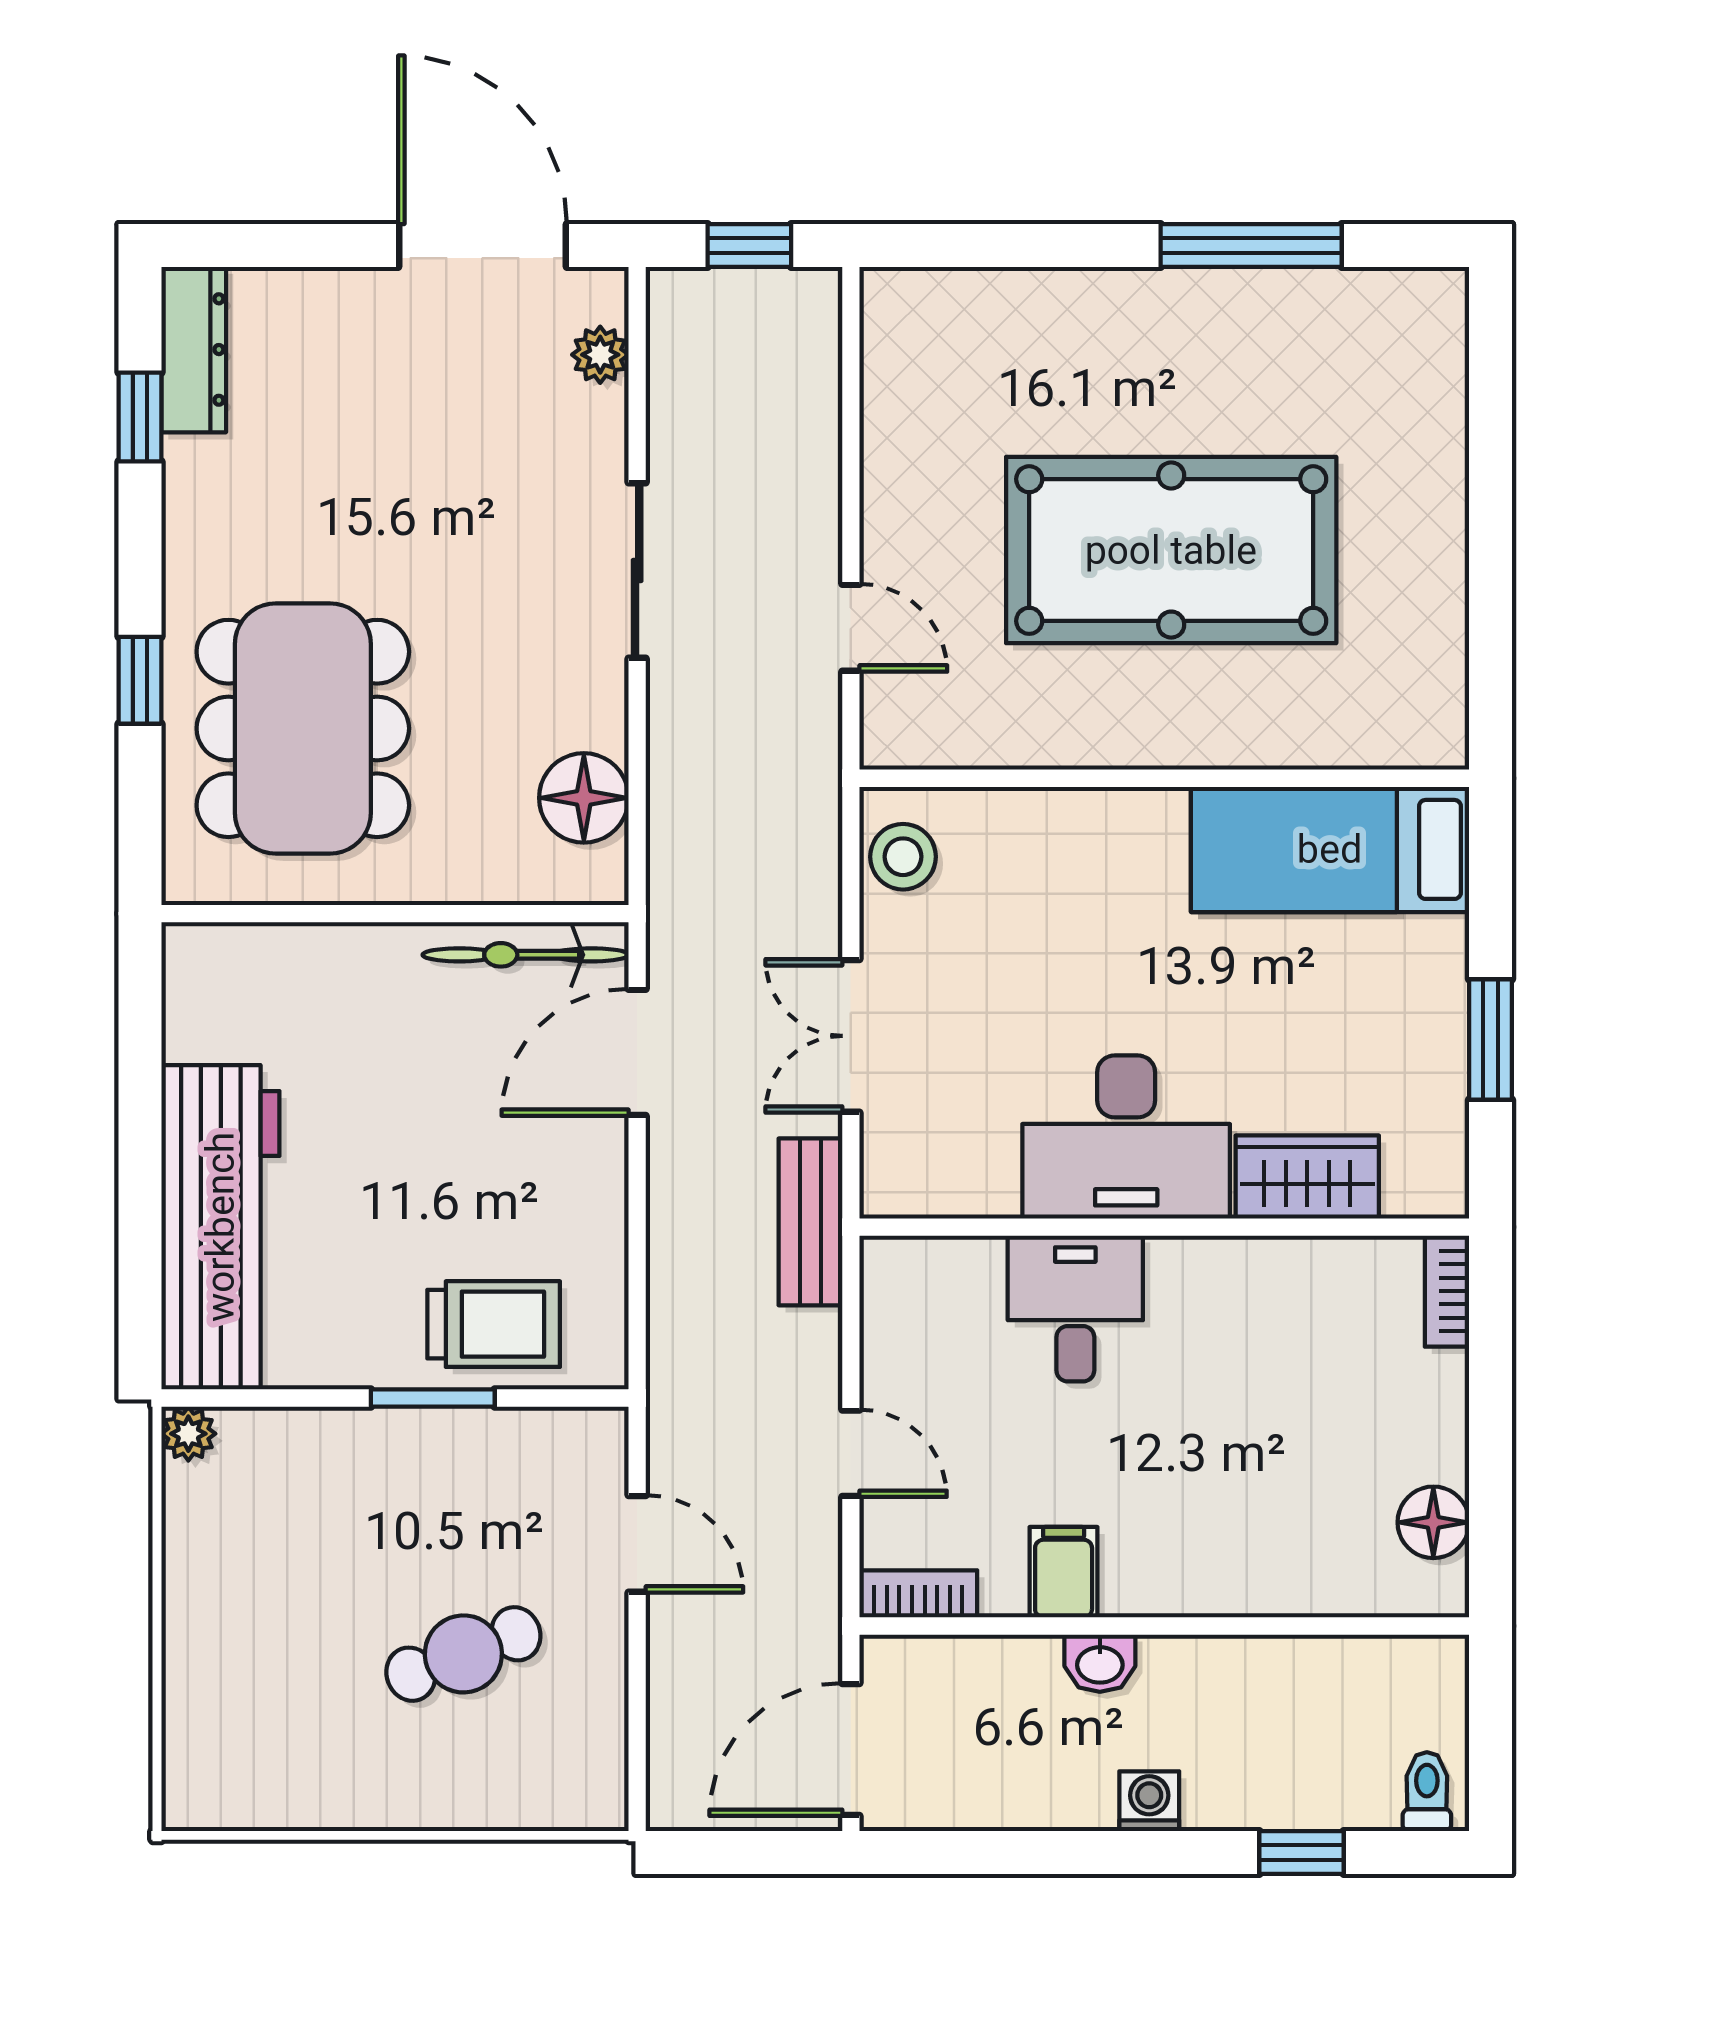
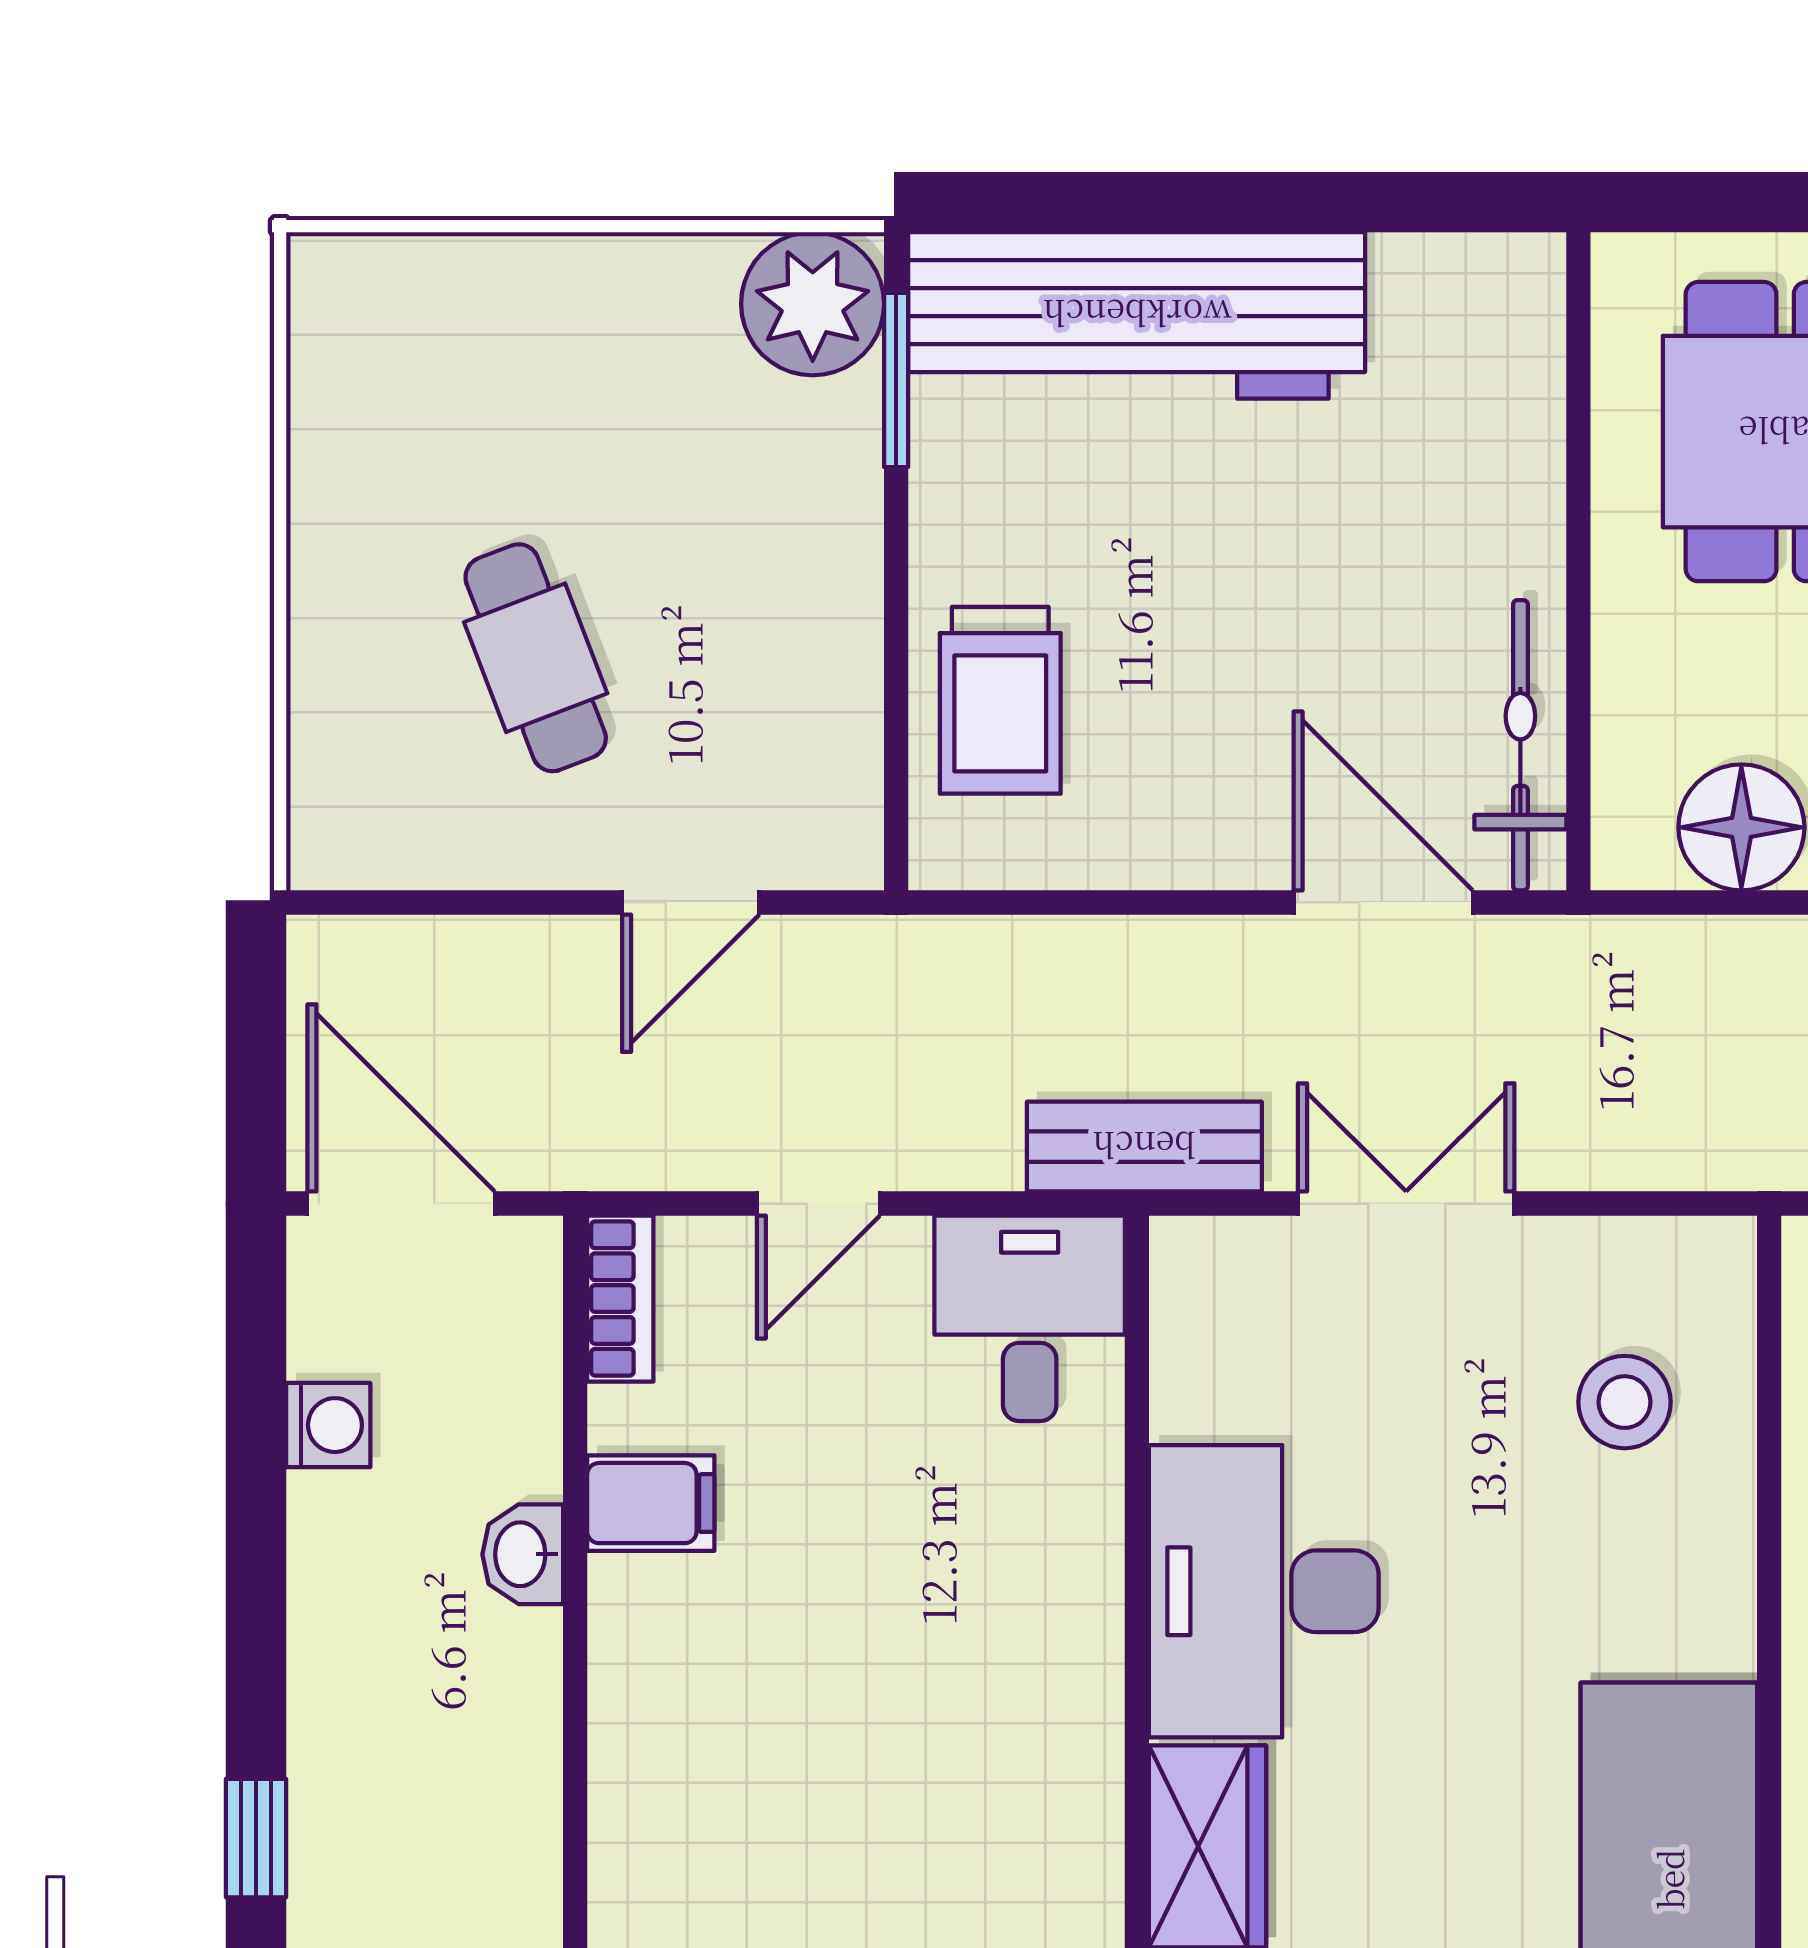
stool: (903, 857) -> (1625, 1402), moved
desk: (1075, 1309) -> (1030, 1318), moved, turned -90
window: (433, 1398) -> (896, 380), moved
plant: (188, 1434) -> (813, 304), width x1.88, depth x1.88
washing machine: (1149, 1801) -> (328, 1425), moved

